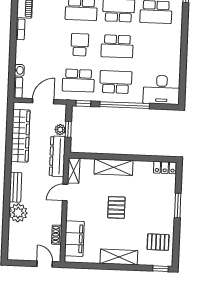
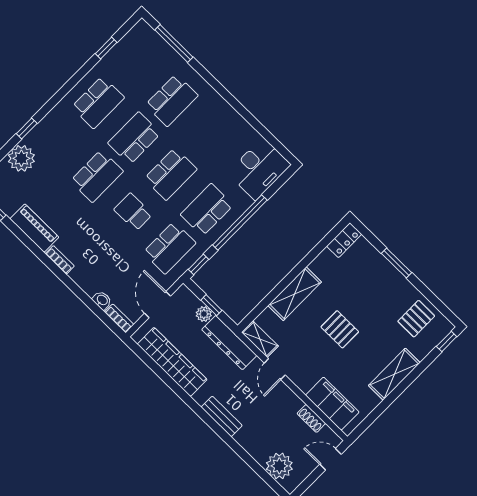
plant: (18, 213) -> (279, 466), moved

